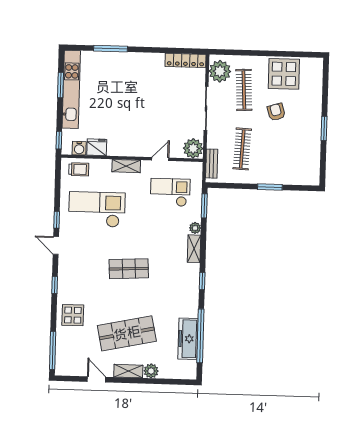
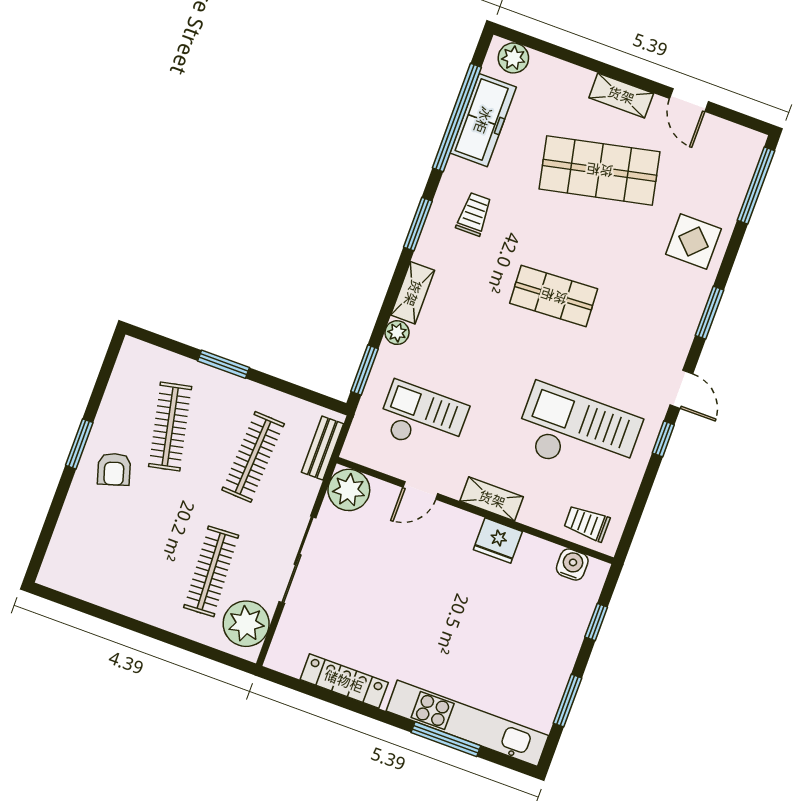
locker: (186, 60) -> (344, 681), moved
display table: (284, 74) -> (122, 577), removed
kitchen unit: (71, 89) -> (467, 723), moved, turned 90
armchair: (276, 112) -> (114, 469), moved
window: (59, 140) -> (596, 622), moved
fridge: (97, 147) -> (498, 541), moved
clothes rail: (285, 150) -> (170, 427), added
checkout: (170, 192) -> (422, 419), turned 180
checkout: (97, 209) -> (578, 433), turned 180
window: (202, 281) -> (418, 224), width x1.50
window: (55, 285) -> (709, 313), width x1.50
trolley: (178, 294) -> (474, 214), added
plant: (151, 371) -> (513, 58), moved

